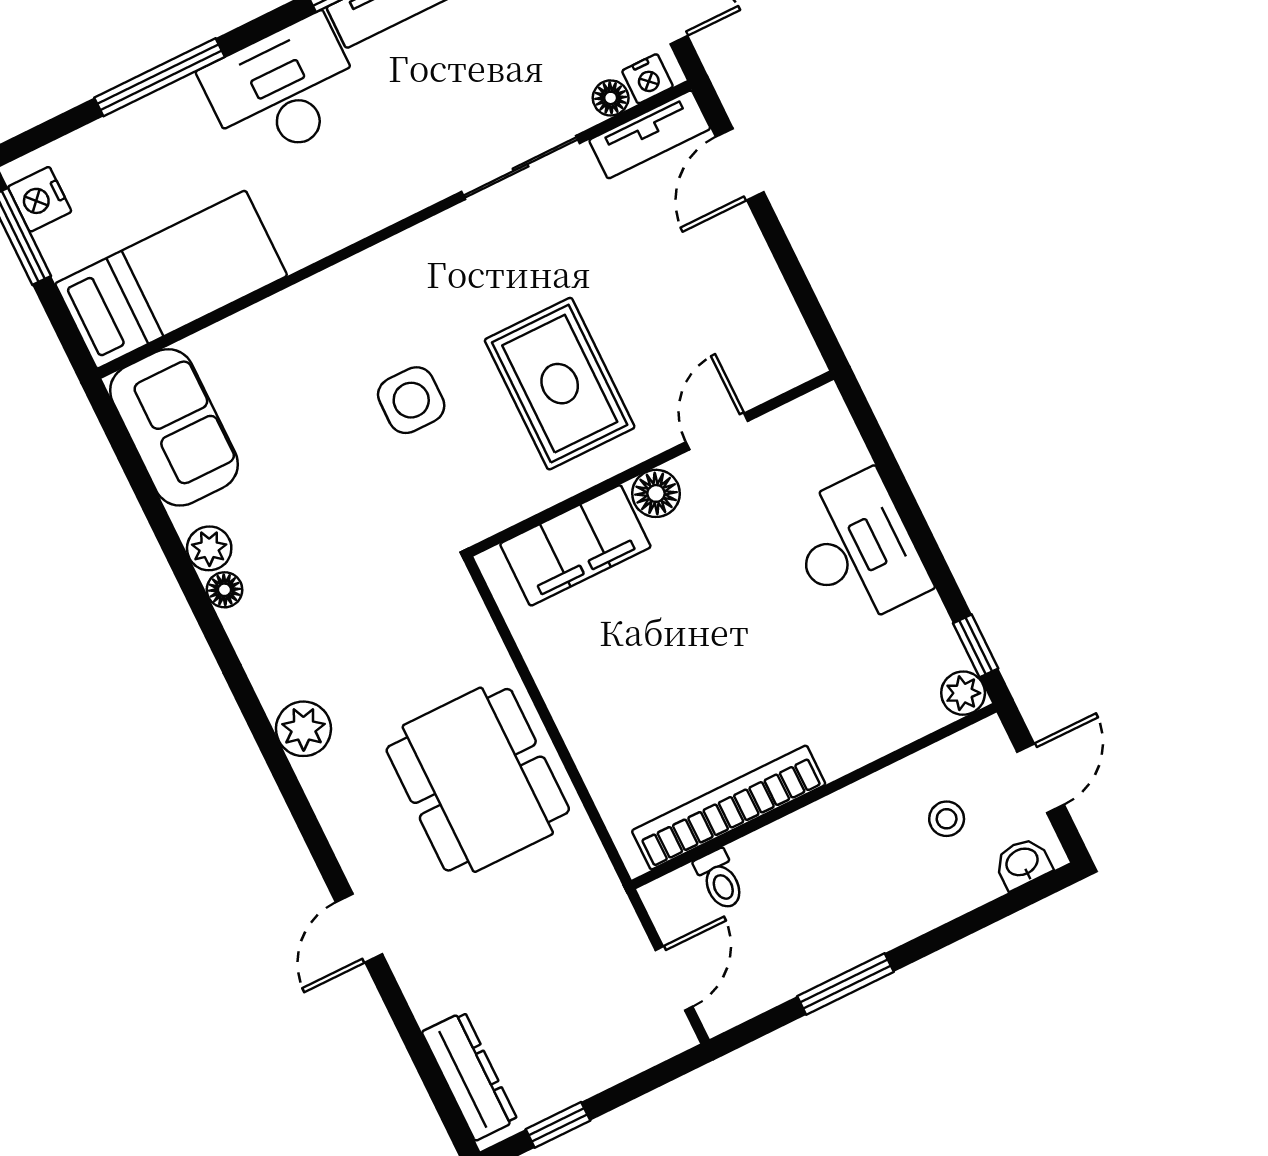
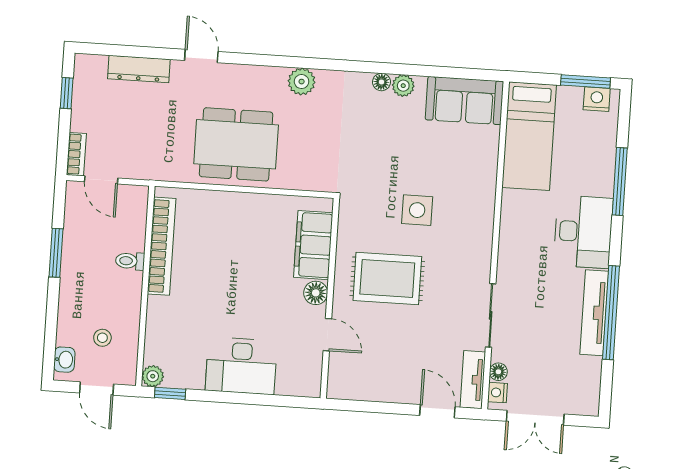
toilet: (720, 880) -> (130, 261), moved
bookcase: (654, 1047) -> (76, 154), added
dresser: (470, 1076) -> (139, 69), moved

